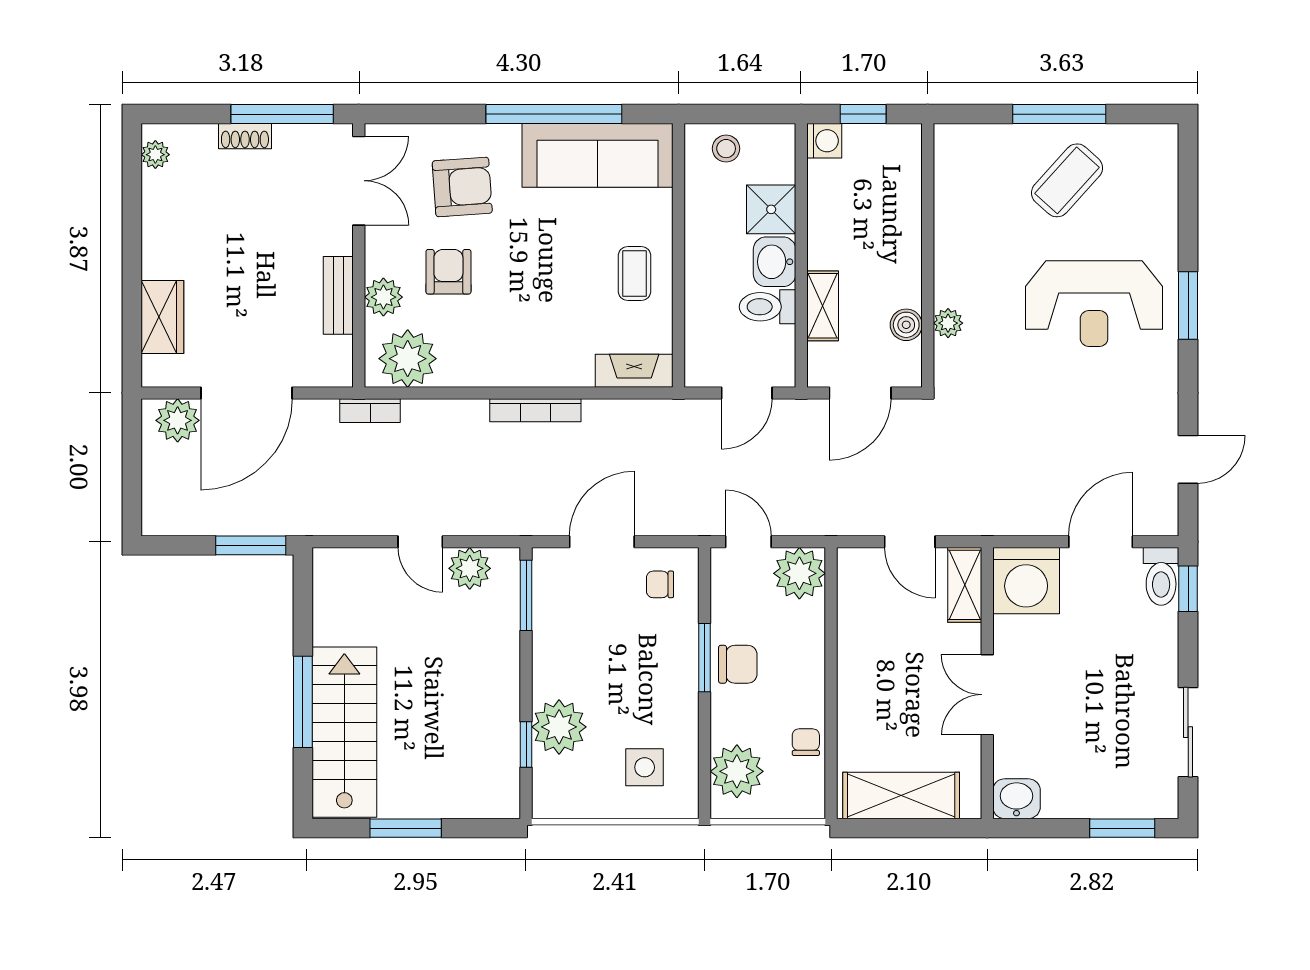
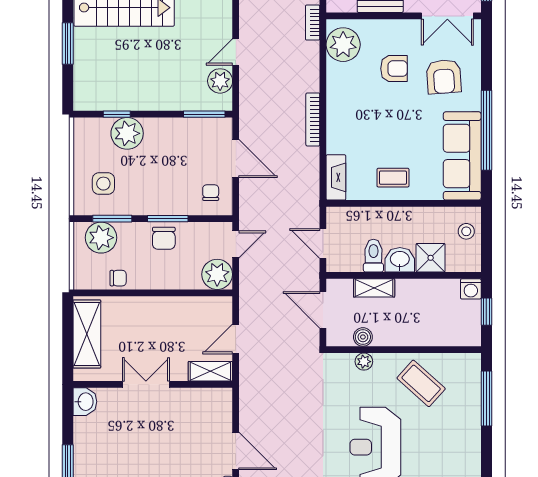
window: (1059, 114) -> (486, 398), moved
coffee table: (1067, 180) -> (421, 383), moved
plant: (383, 297) -> (379, 30), removed
washing machine: (1026, 581) -> (213, 407), removed
window: (705, 752) -> (112, 219), added

